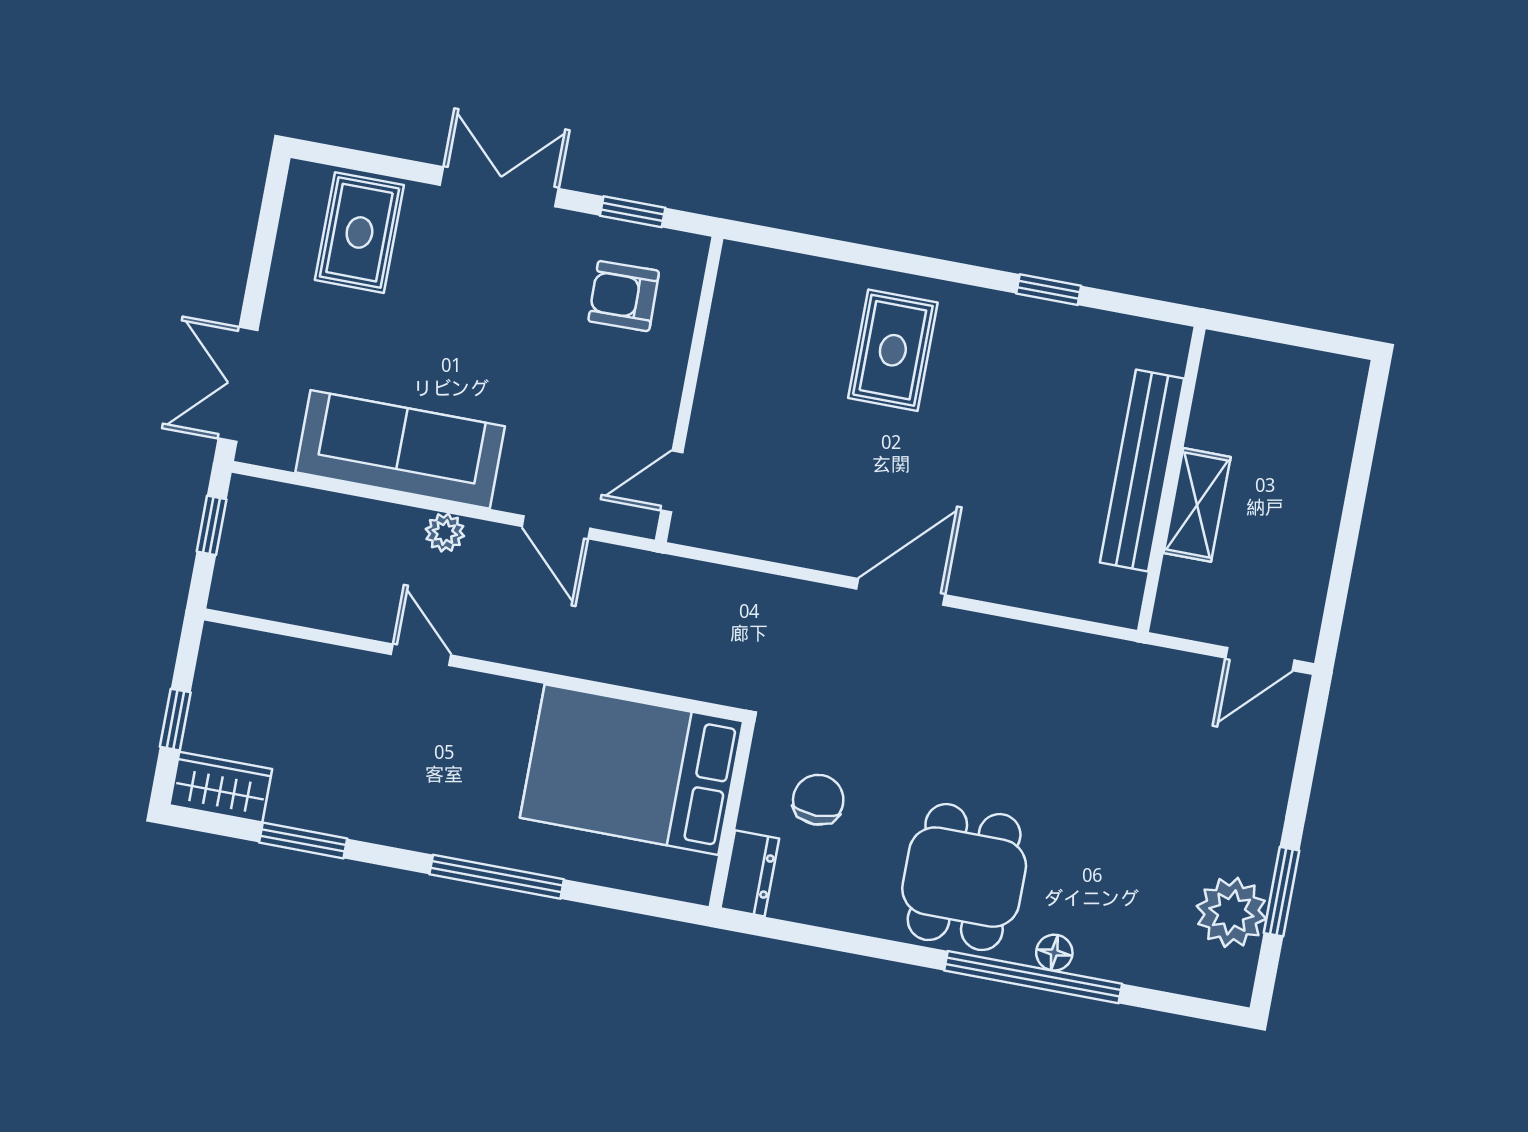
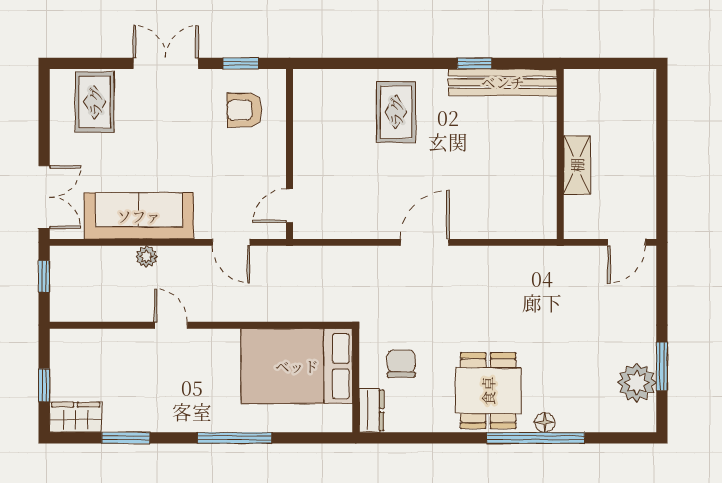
double door: (238, 384) -> (44, 197), swing flipped
bench: (1142, 470) -> (503, 82), moved, turned 90
plant: (445, 533) -> (146, 256), moved

